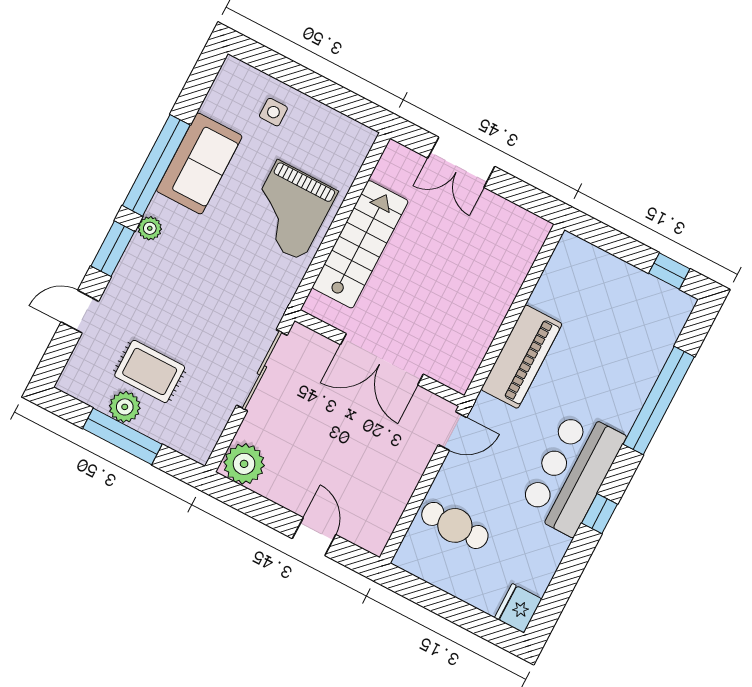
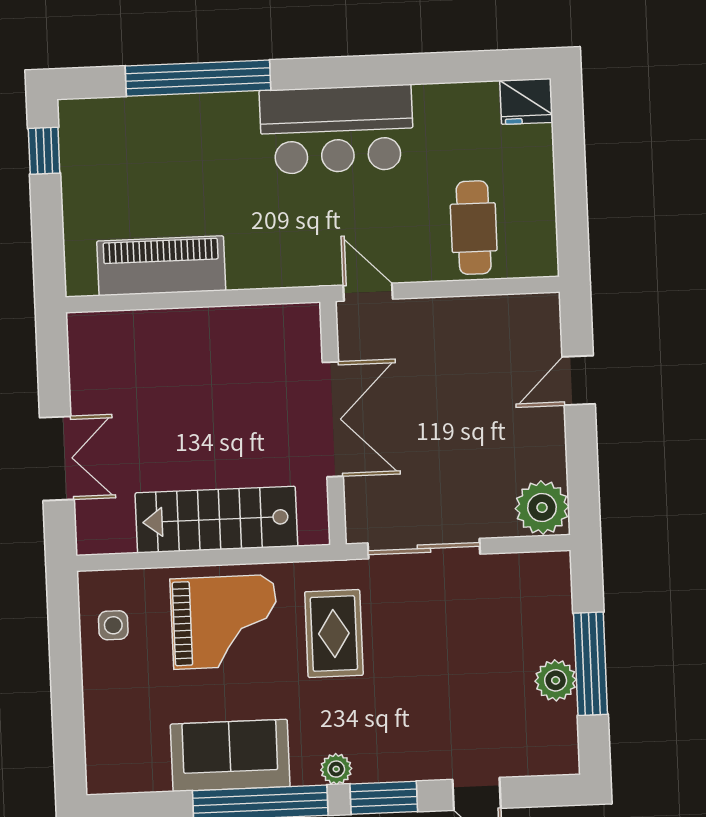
side table: (273, 112) -> (113, 625), moved
piano: (522, 357) -> (161, 266), moved
rug: (150, 371) -> (334, 634), moved
window: (600, 514) -> (365, 71), removed

